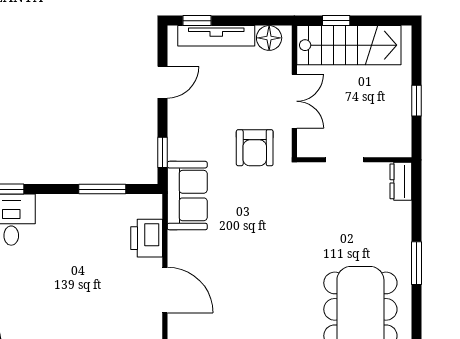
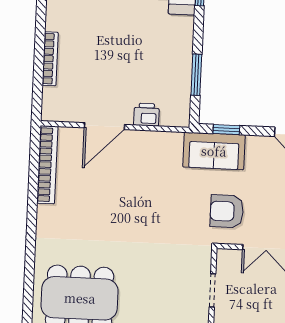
sofa: (187, 196) -> (214, 151), moved
printer: (147, 238) -> (146, 115), width x0.73, depth x0.81

